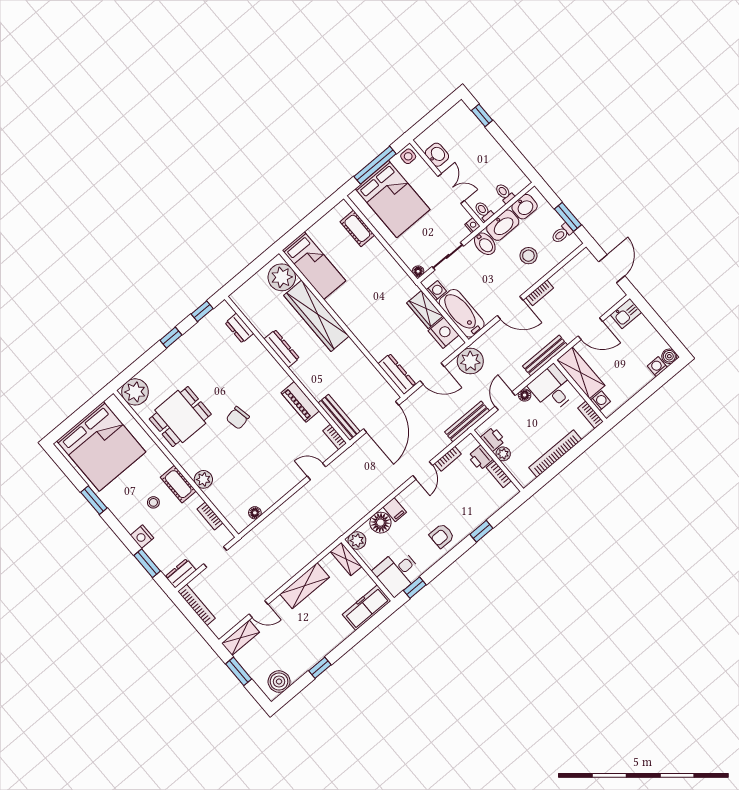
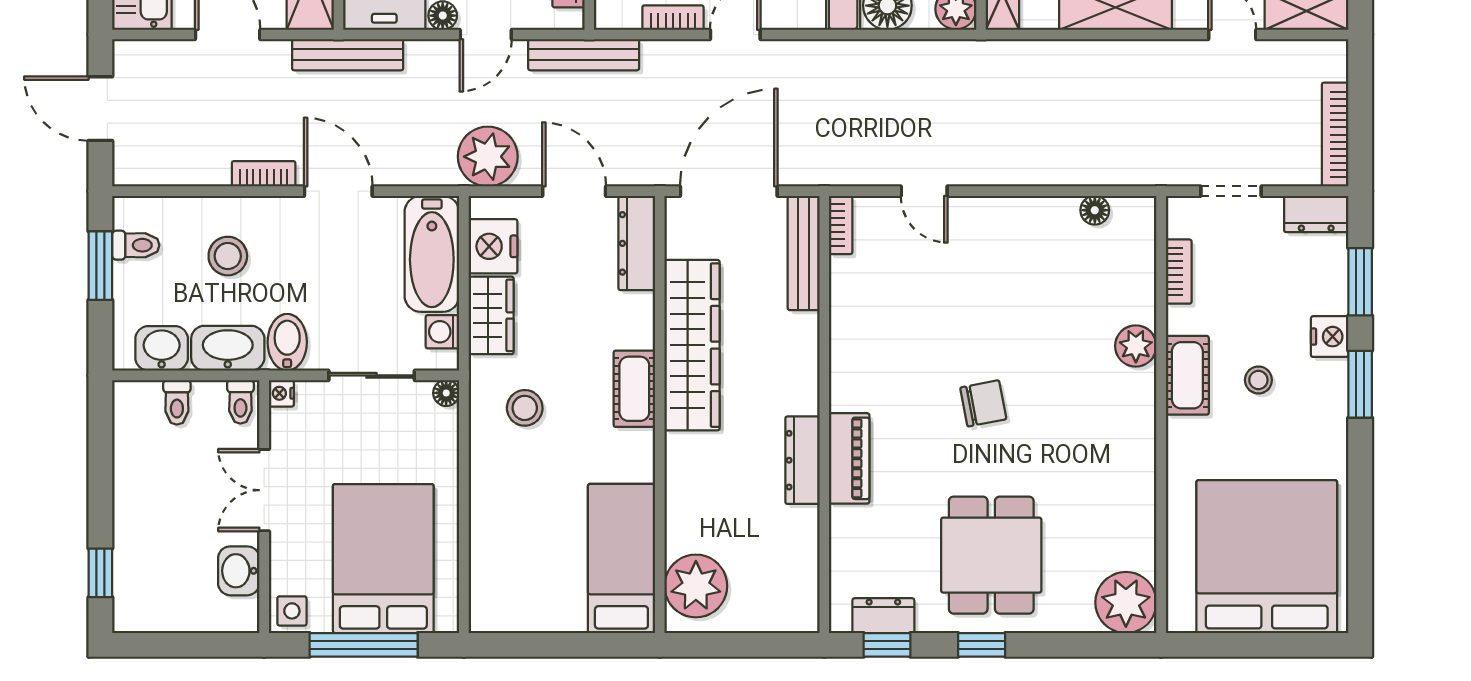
cot: (357, 228) -> (634, 389), moved
door: (612, 269) -> (100, 109), hinge flipped
stool: (388, 288) -> (525, 408), added
wardrobe: (316, 316) -> (692, 345), moved
dresser: (239, 328) -> (883, 616), moved, turned -90
piano: (300, 402) -> (849, 458), moved
dining table: (180, 417) -> (991, 555), moved, turned 90
window: (94, 500) -> (1360, 384), moved

